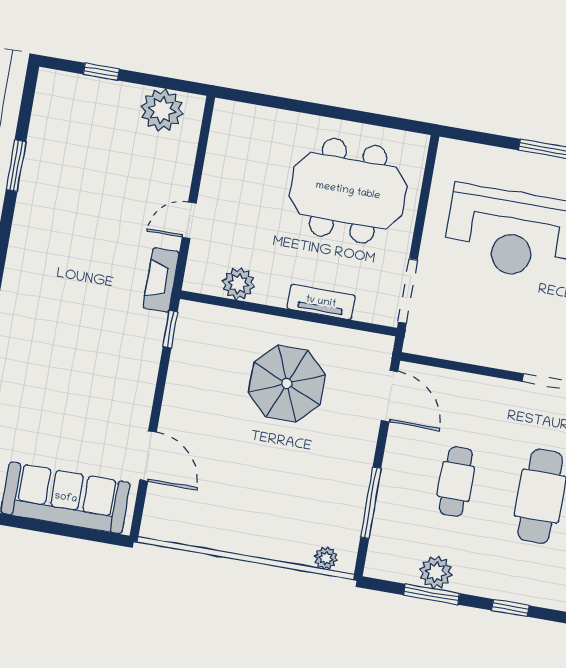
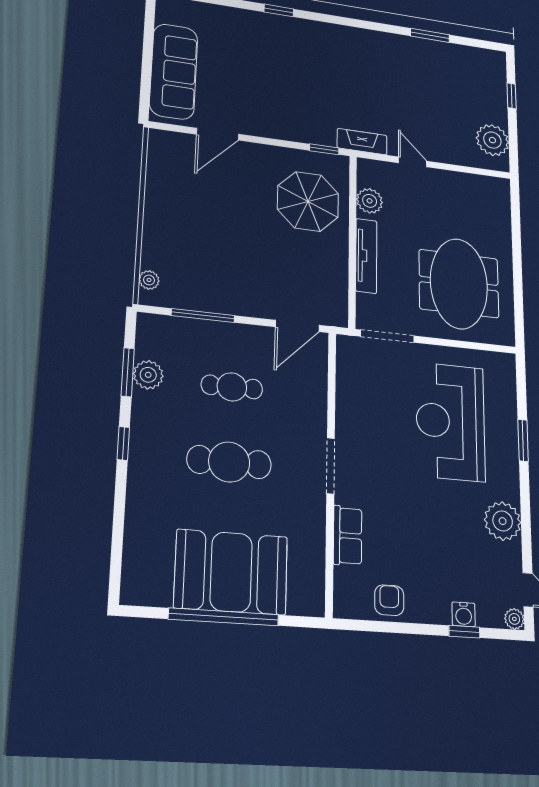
tv unit: (321, 302) -> (366, 256), width x1.41
parasol: (287, 383) -> (308, 201), moved

